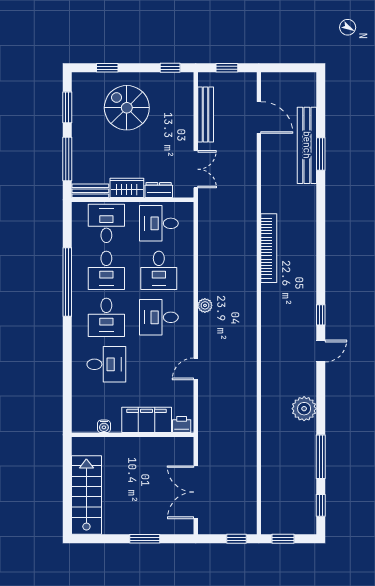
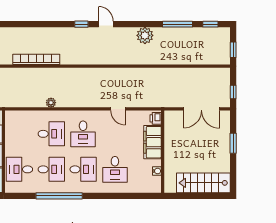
desk: (159, 223) -> (19, 134), removed
plant: (205, 305) -> (51, 103), moved
desk: (106, 364) -> (115, 169), turned 180
window: (236, 539) -> (233, 92), moved

